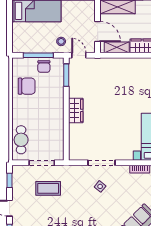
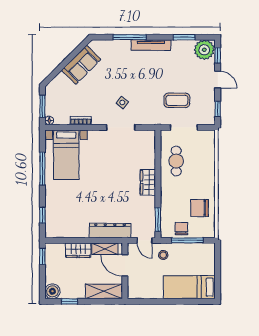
dresser: (112, 65) -> (110, 230), added
cafe table: (21, 140) -> (176, 161), moved

